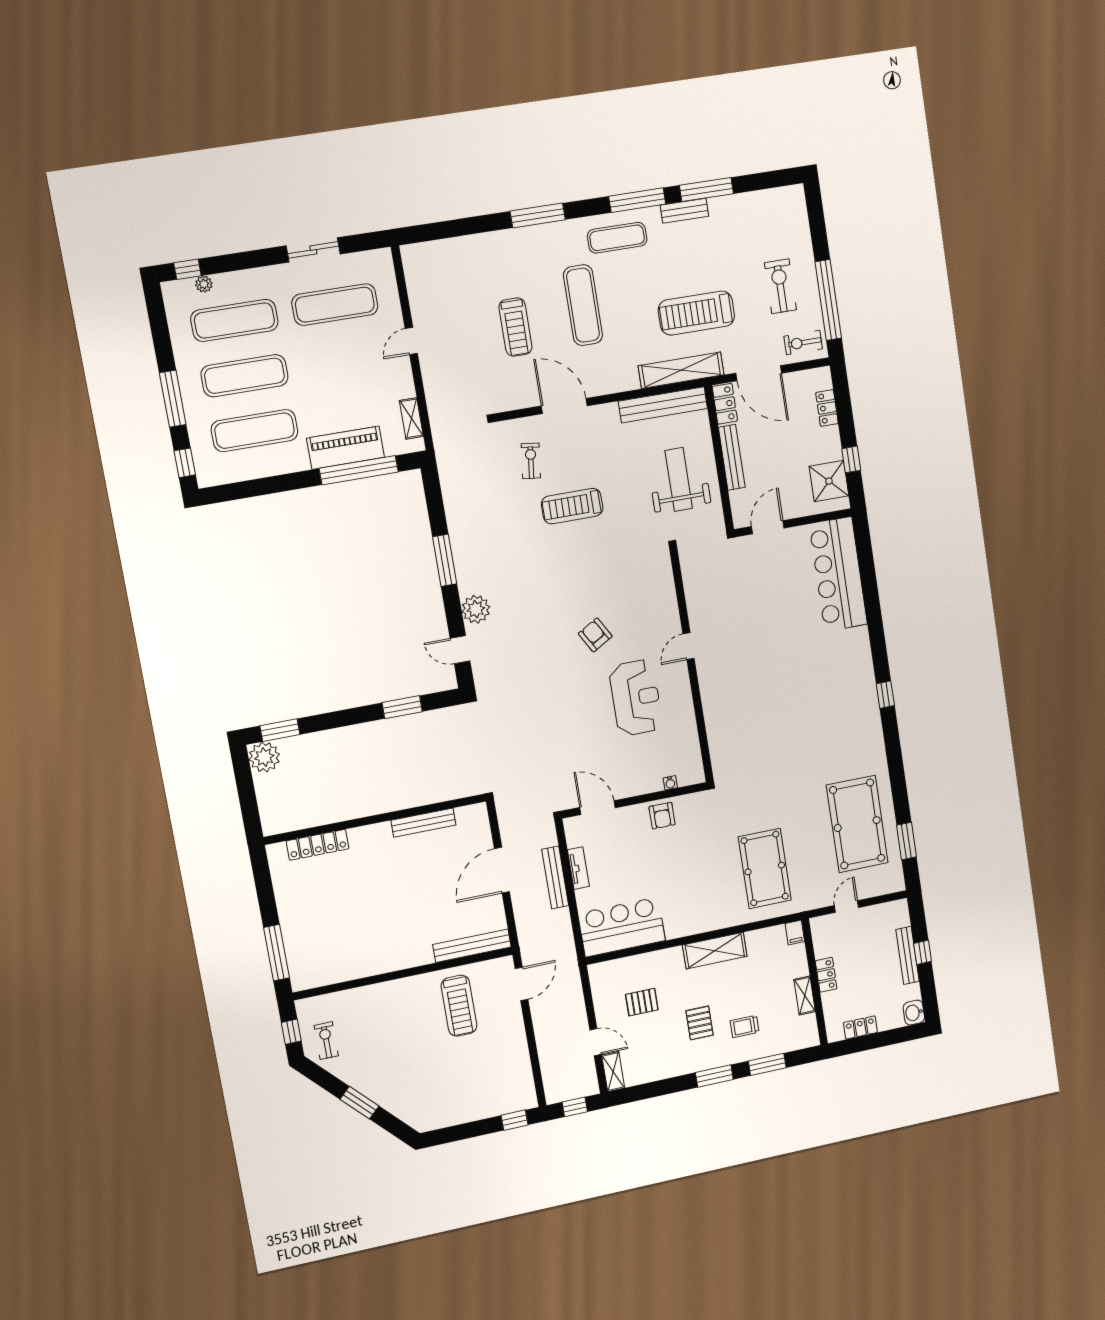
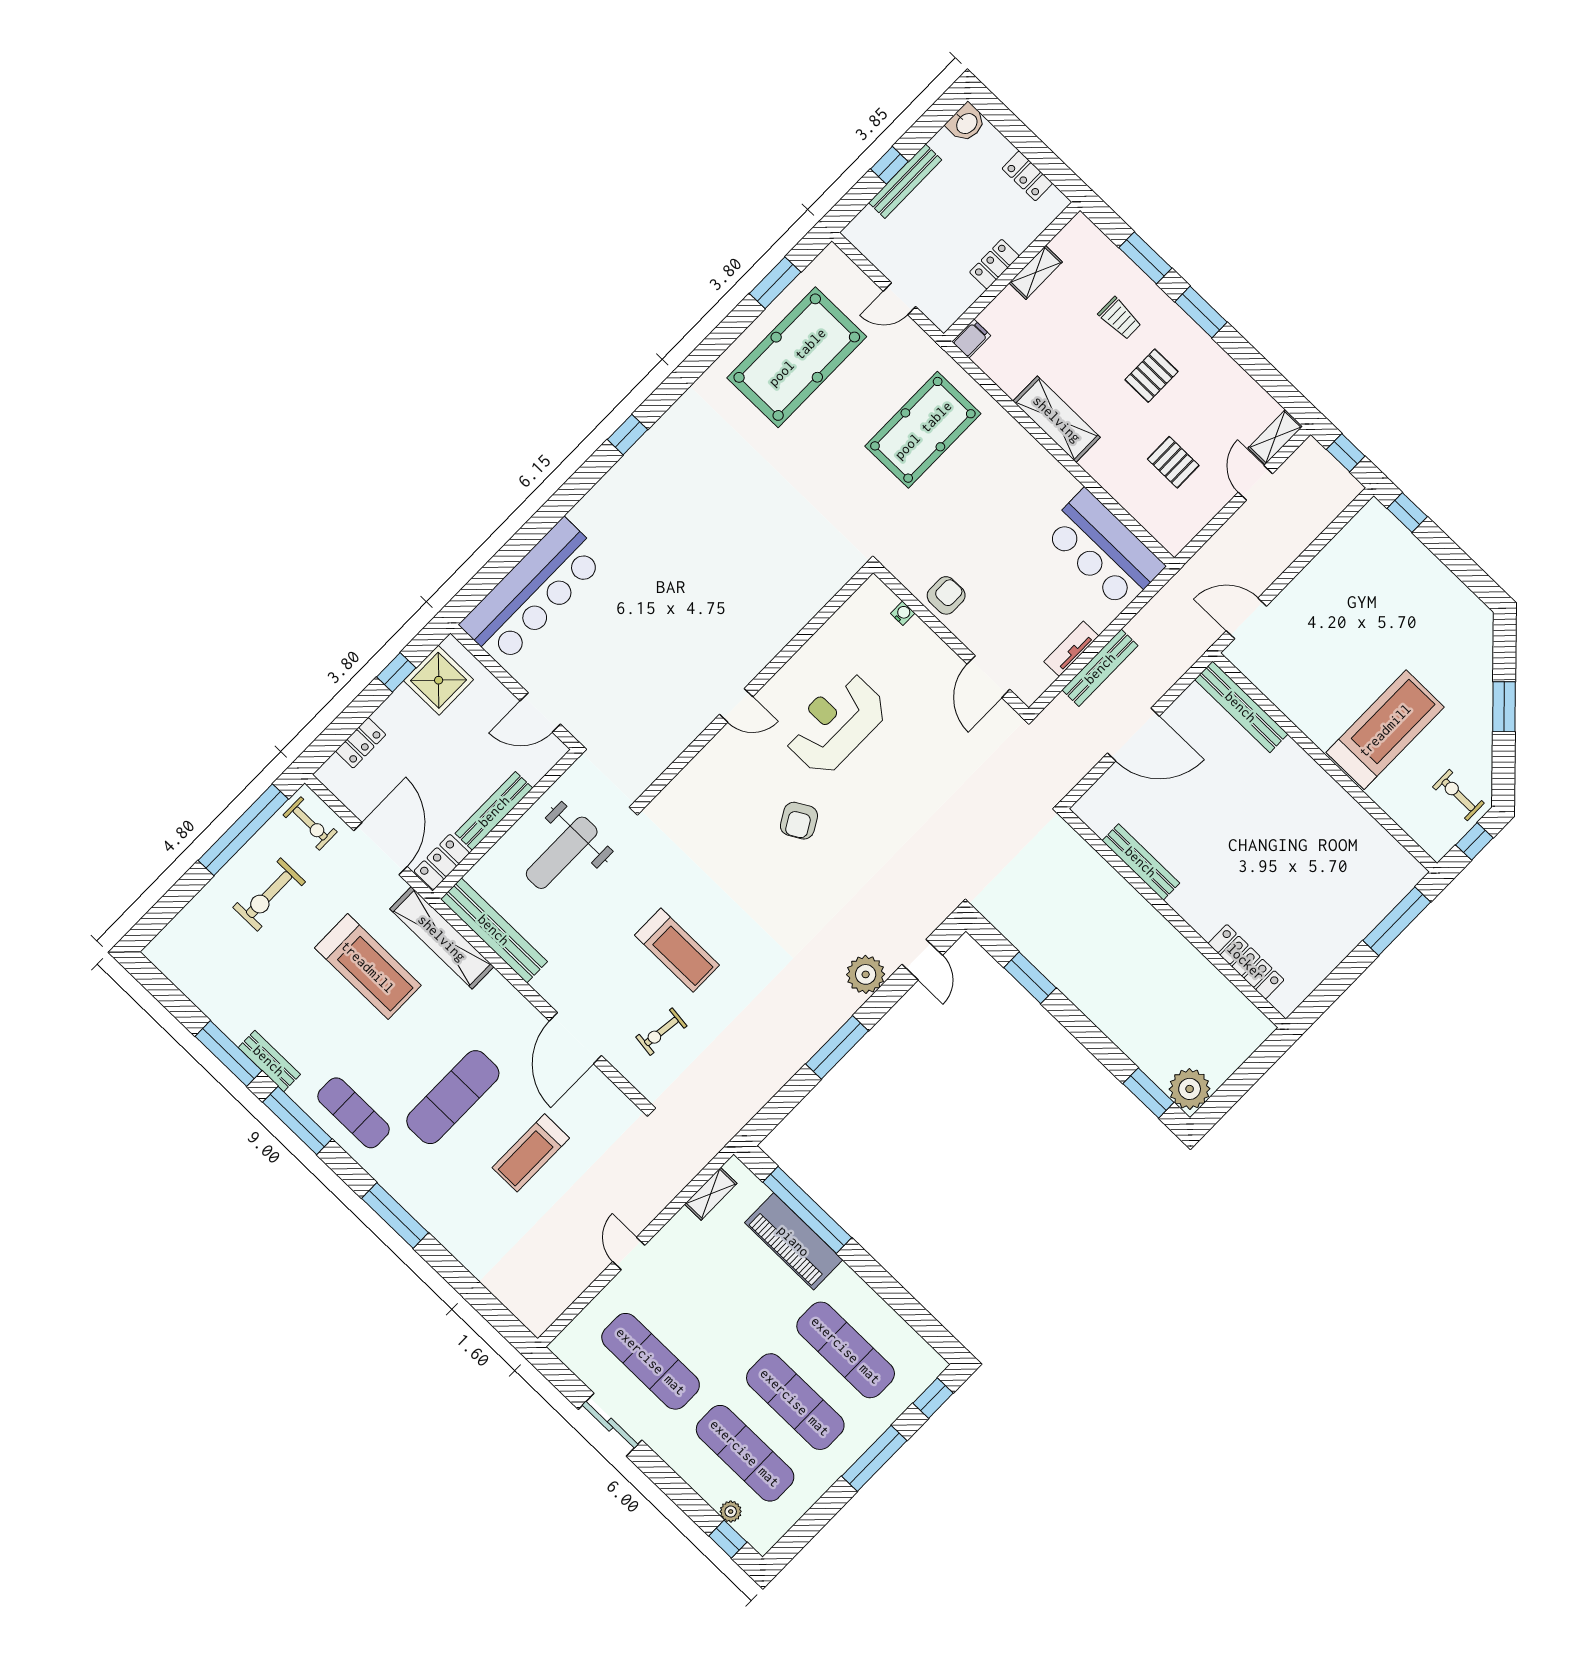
treadmill: (515, 327) -> (531, 1153), turned 180
door: (411, 341) -> (629, 1253), swing flipped
treadmill: (459, 1006) -> (1385, 730), moved, width x1.37, depth x1.38
exercise bike: (326, 1041) -> (1458, 795), turned 90

